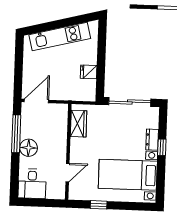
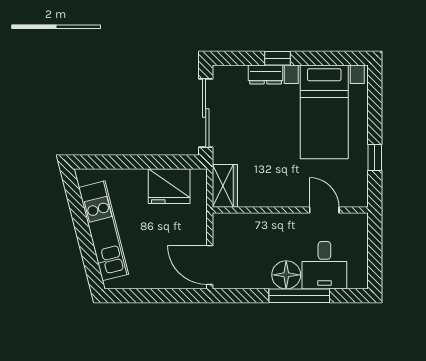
fridge: (89, 72) -> (169, 186), width x1.88, depth x1.34
wardrobe: (79, 124) -> (225, 186), moved, turned 90
window: (16, 134) -> (299, 296), moved
desk: (32, 184) -> (324, 265), moved, turned 90

